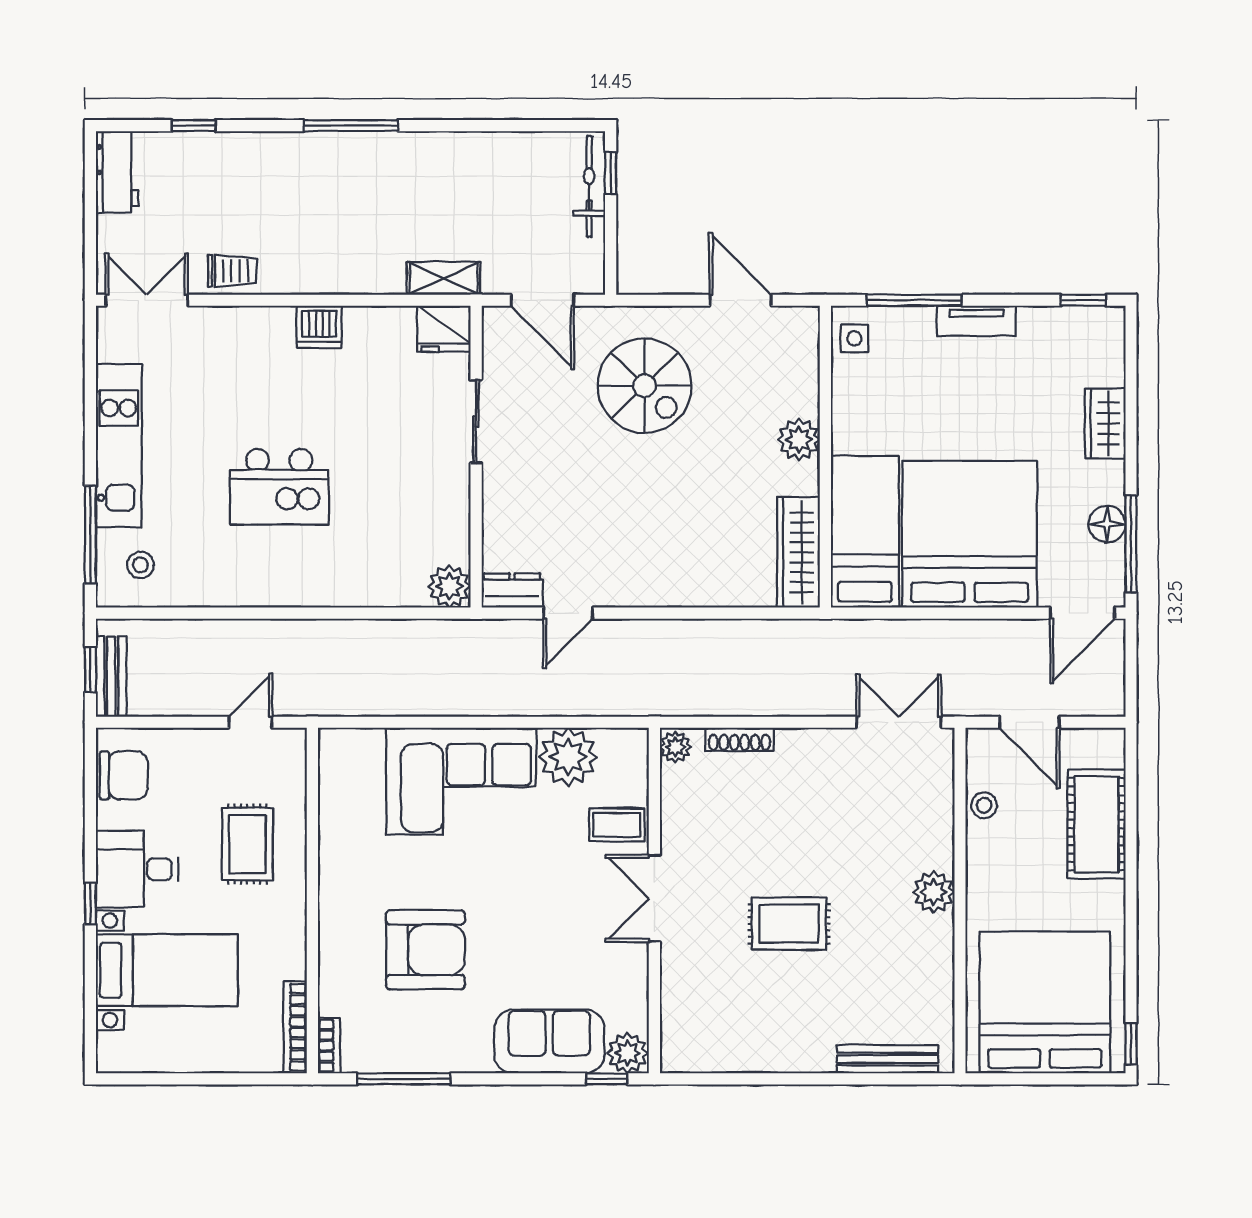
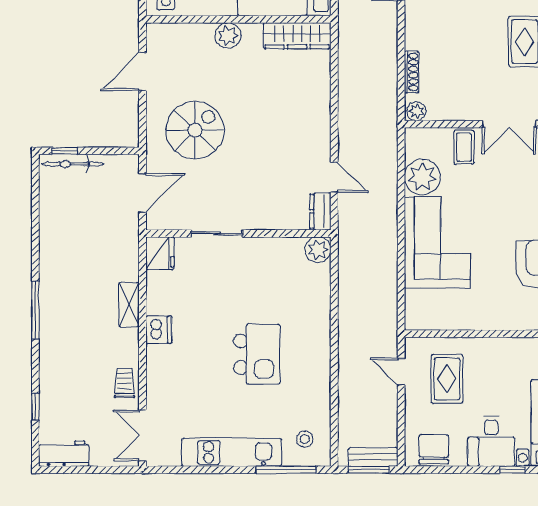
shelving: (444, 278) -> (129, 305), moved
window: (90, 669) -> (369, 470), width x1.50
rug: (247, 844) -> (447, 379), moved, turned 90

